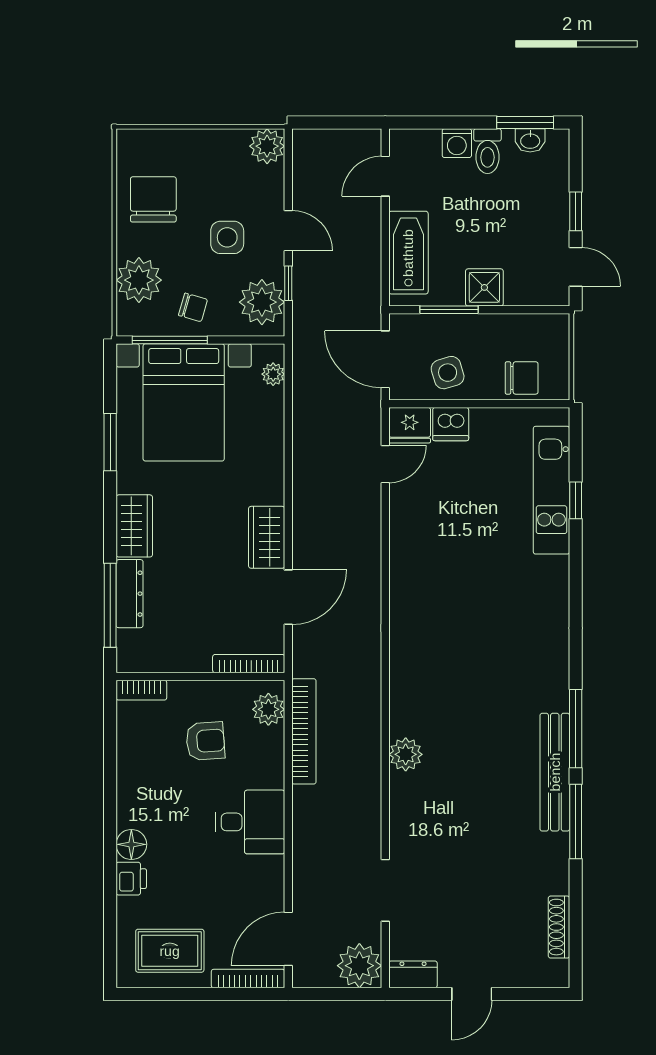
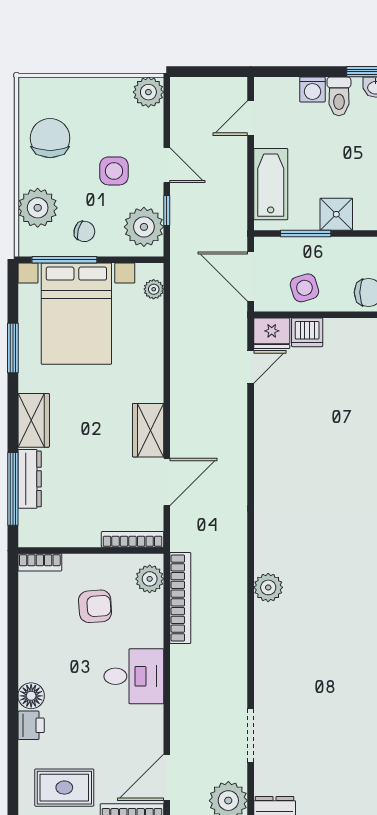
plant: (406, 754) -> (268, 587), moved

